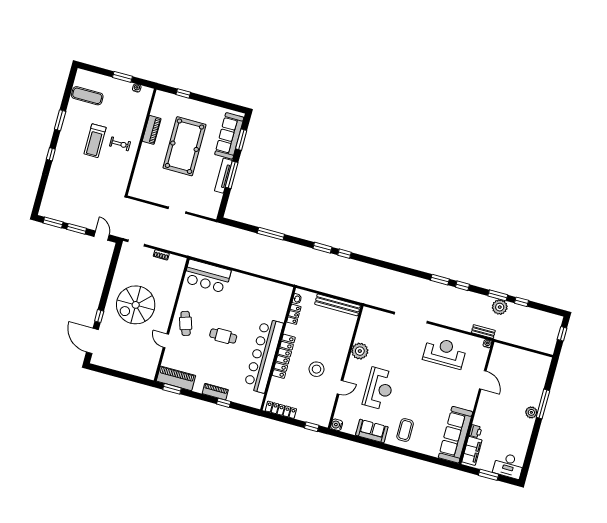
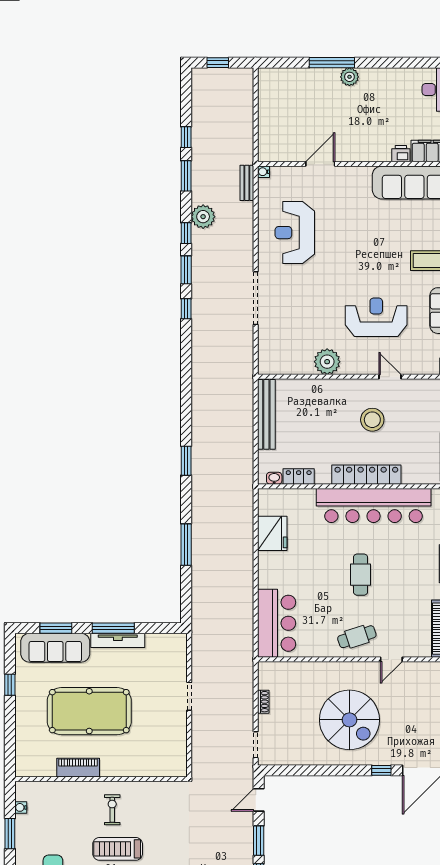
window: (183, 93) -> (10, 685), moved
treadmill: (95, 141) -> (118, 849), turned 180
window: (344, 254) -> (186, 309), moved
fridge: (263, 289) -> (272, 533), added
plant: (500, 307) -> (203, 217), moved

